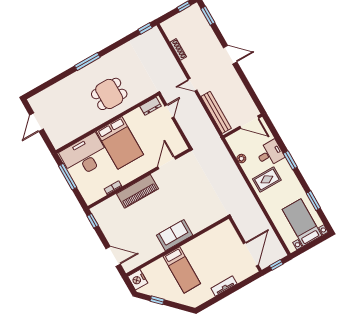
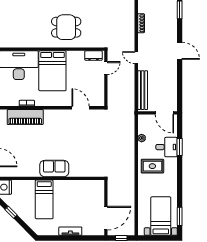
window: (290, 160) -> (180, 147), moved
door: (167, 163) -> (81, 108), hinge flipped
piano: (137, 191) -> (25, 117), moved
window: (313, 201) -> (180, 216), moved

